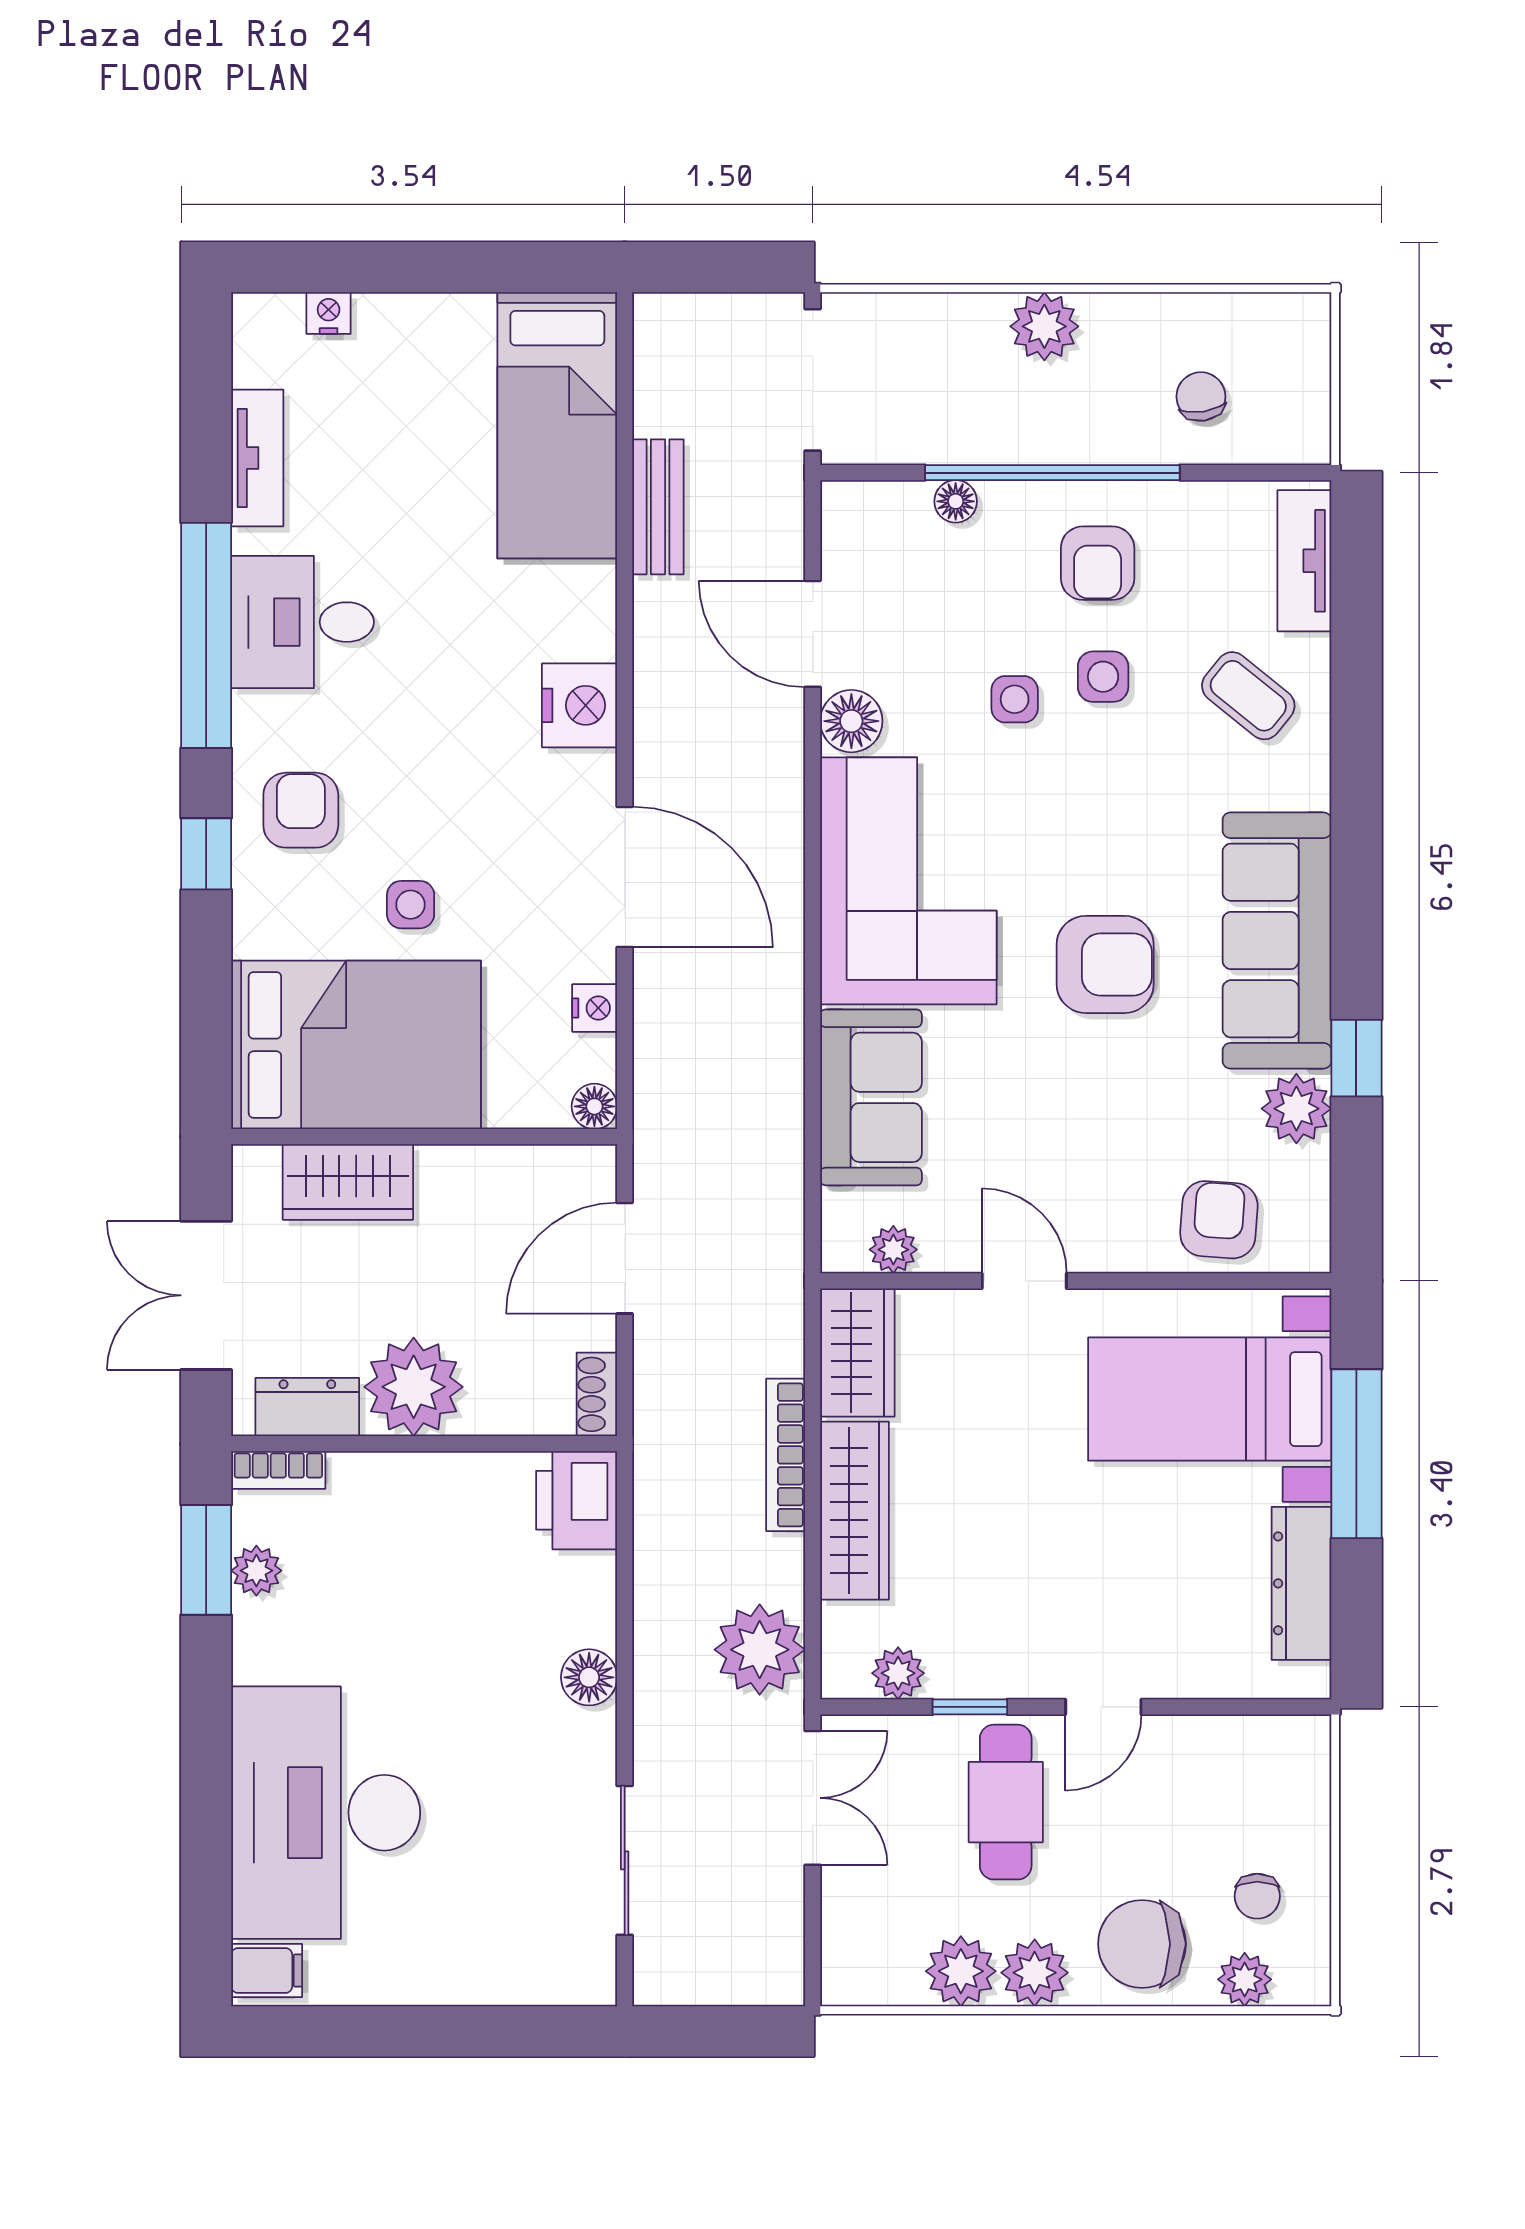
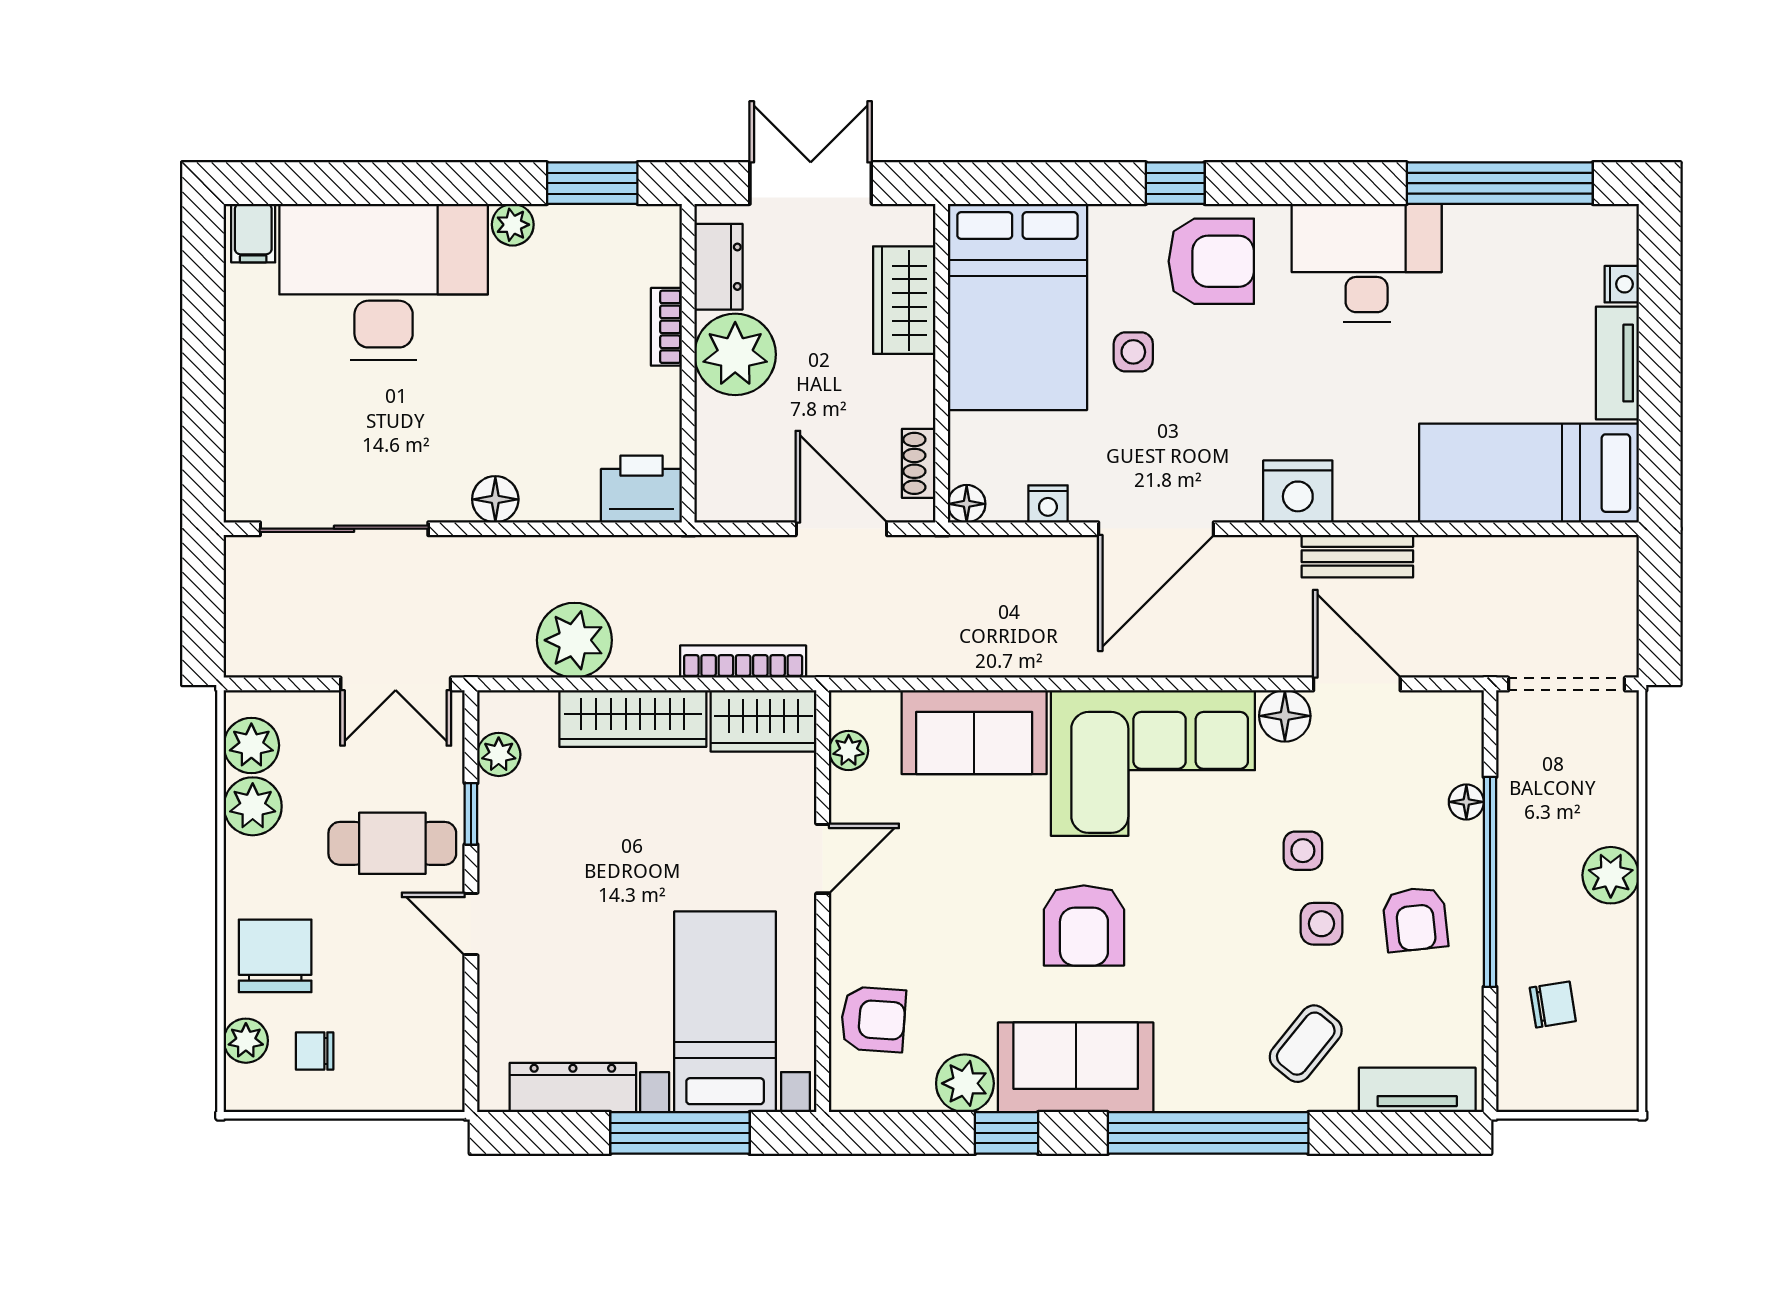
tv unit: (257, 458) -> (1617, 363), moved, turned 90
bench: (658, 507) -> (1357, 556), moved
armchair: (1098, 563) -> (1415, 919), turned -96
desk: (303, 622) -> (1367, 263), width x1.37
door: (813, 634) -> (1357, 684), hinge flipped
window: (206, 635) -> (1500, 183), moved
armchair: (301, 810) -> (1211, 261), width x1.38, depth x1.38
window: (1356, 814) -> (1208, 1133), added
sofa: (1277, 941) -> (1076, 1067), width x0.73
shoe rack: (597, 1394) -> (919, 463), moved, turned -90
bookcase: (786, 1455) -> (743, 662), moved
bookcase: (278, 1470) -> (666, 327), moved
plant: (256, 1571) -> (513, 225), moved
plant: (760, 1650) -> (574, 640), moved
sliding door: (625, 1860) -> (344, 529), width x1.37
plant: (1035, 1973) -> (251, 745), moved

